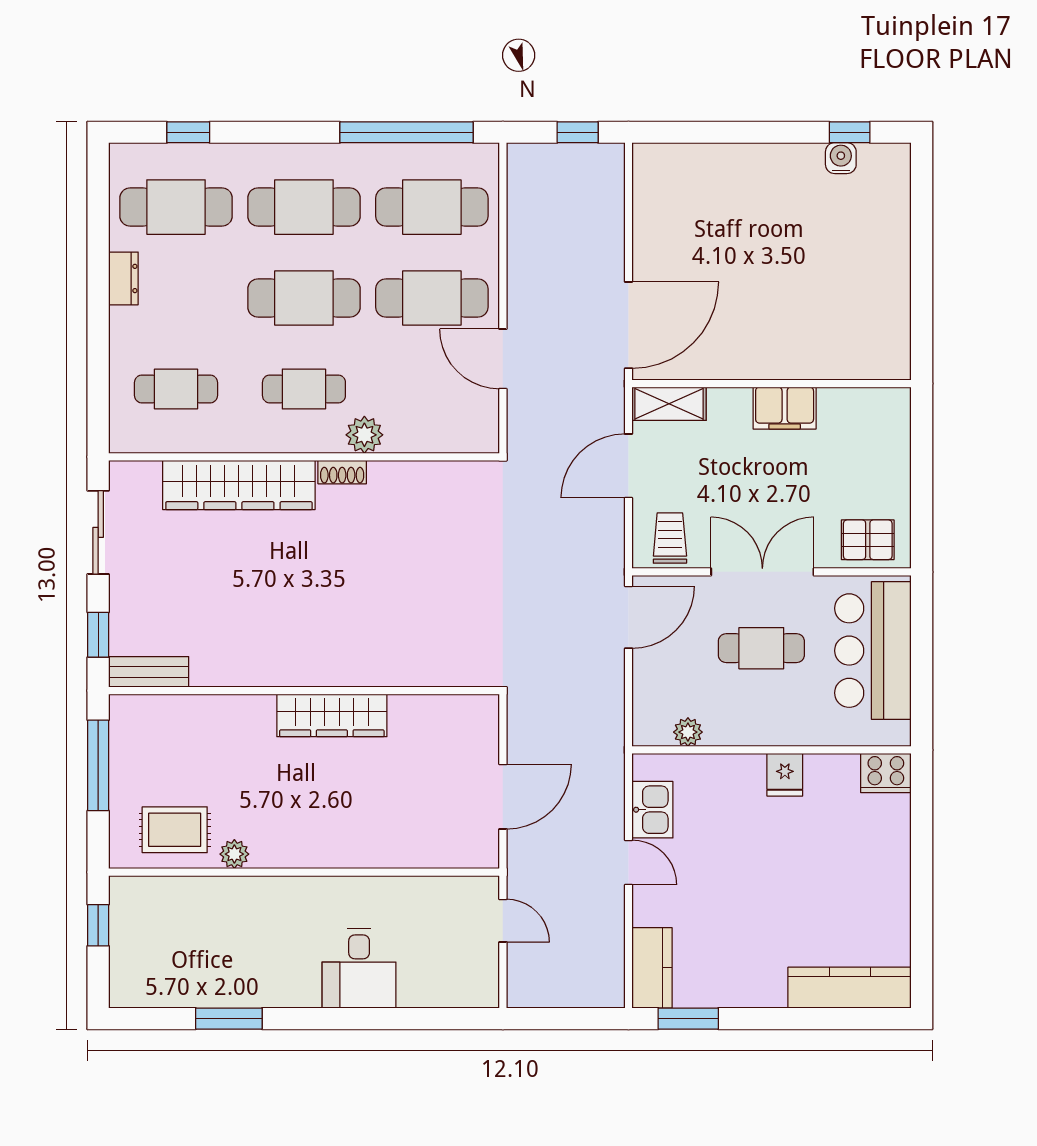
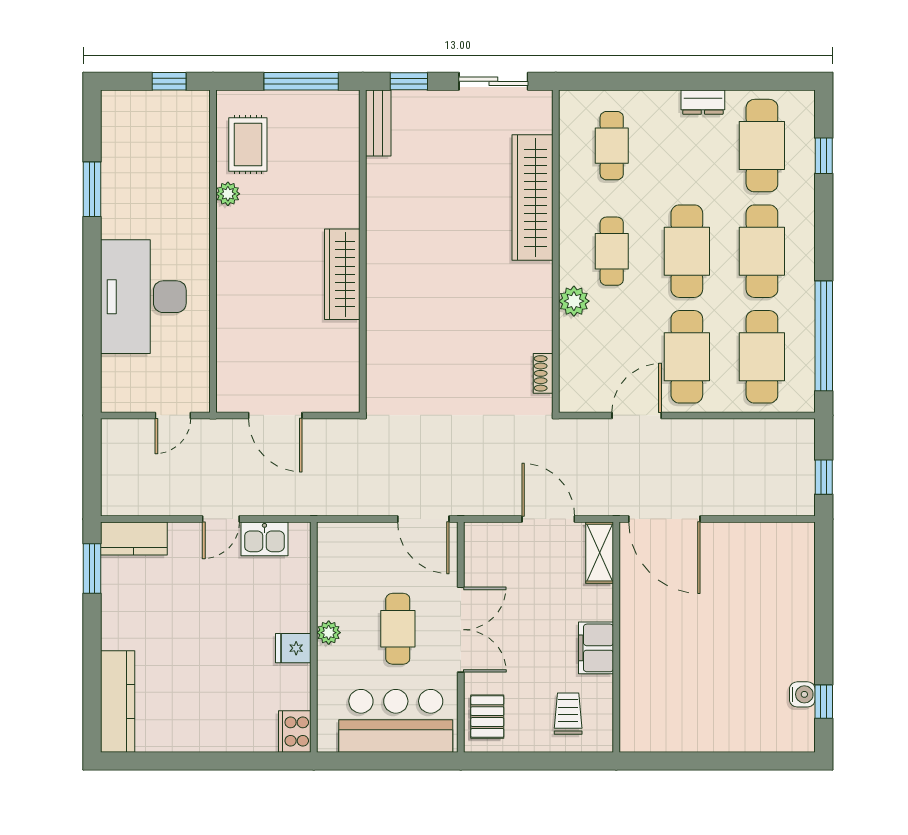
shoe rack: (342, 472) -> (543, 373), moved
trolley: (670, 538) -> (568, 714), moved, turned -90
plant: (688, 732) -> (329, 633), moved
desk: (359, 968) -> (143, 297), width x1.87, depth x1.30

